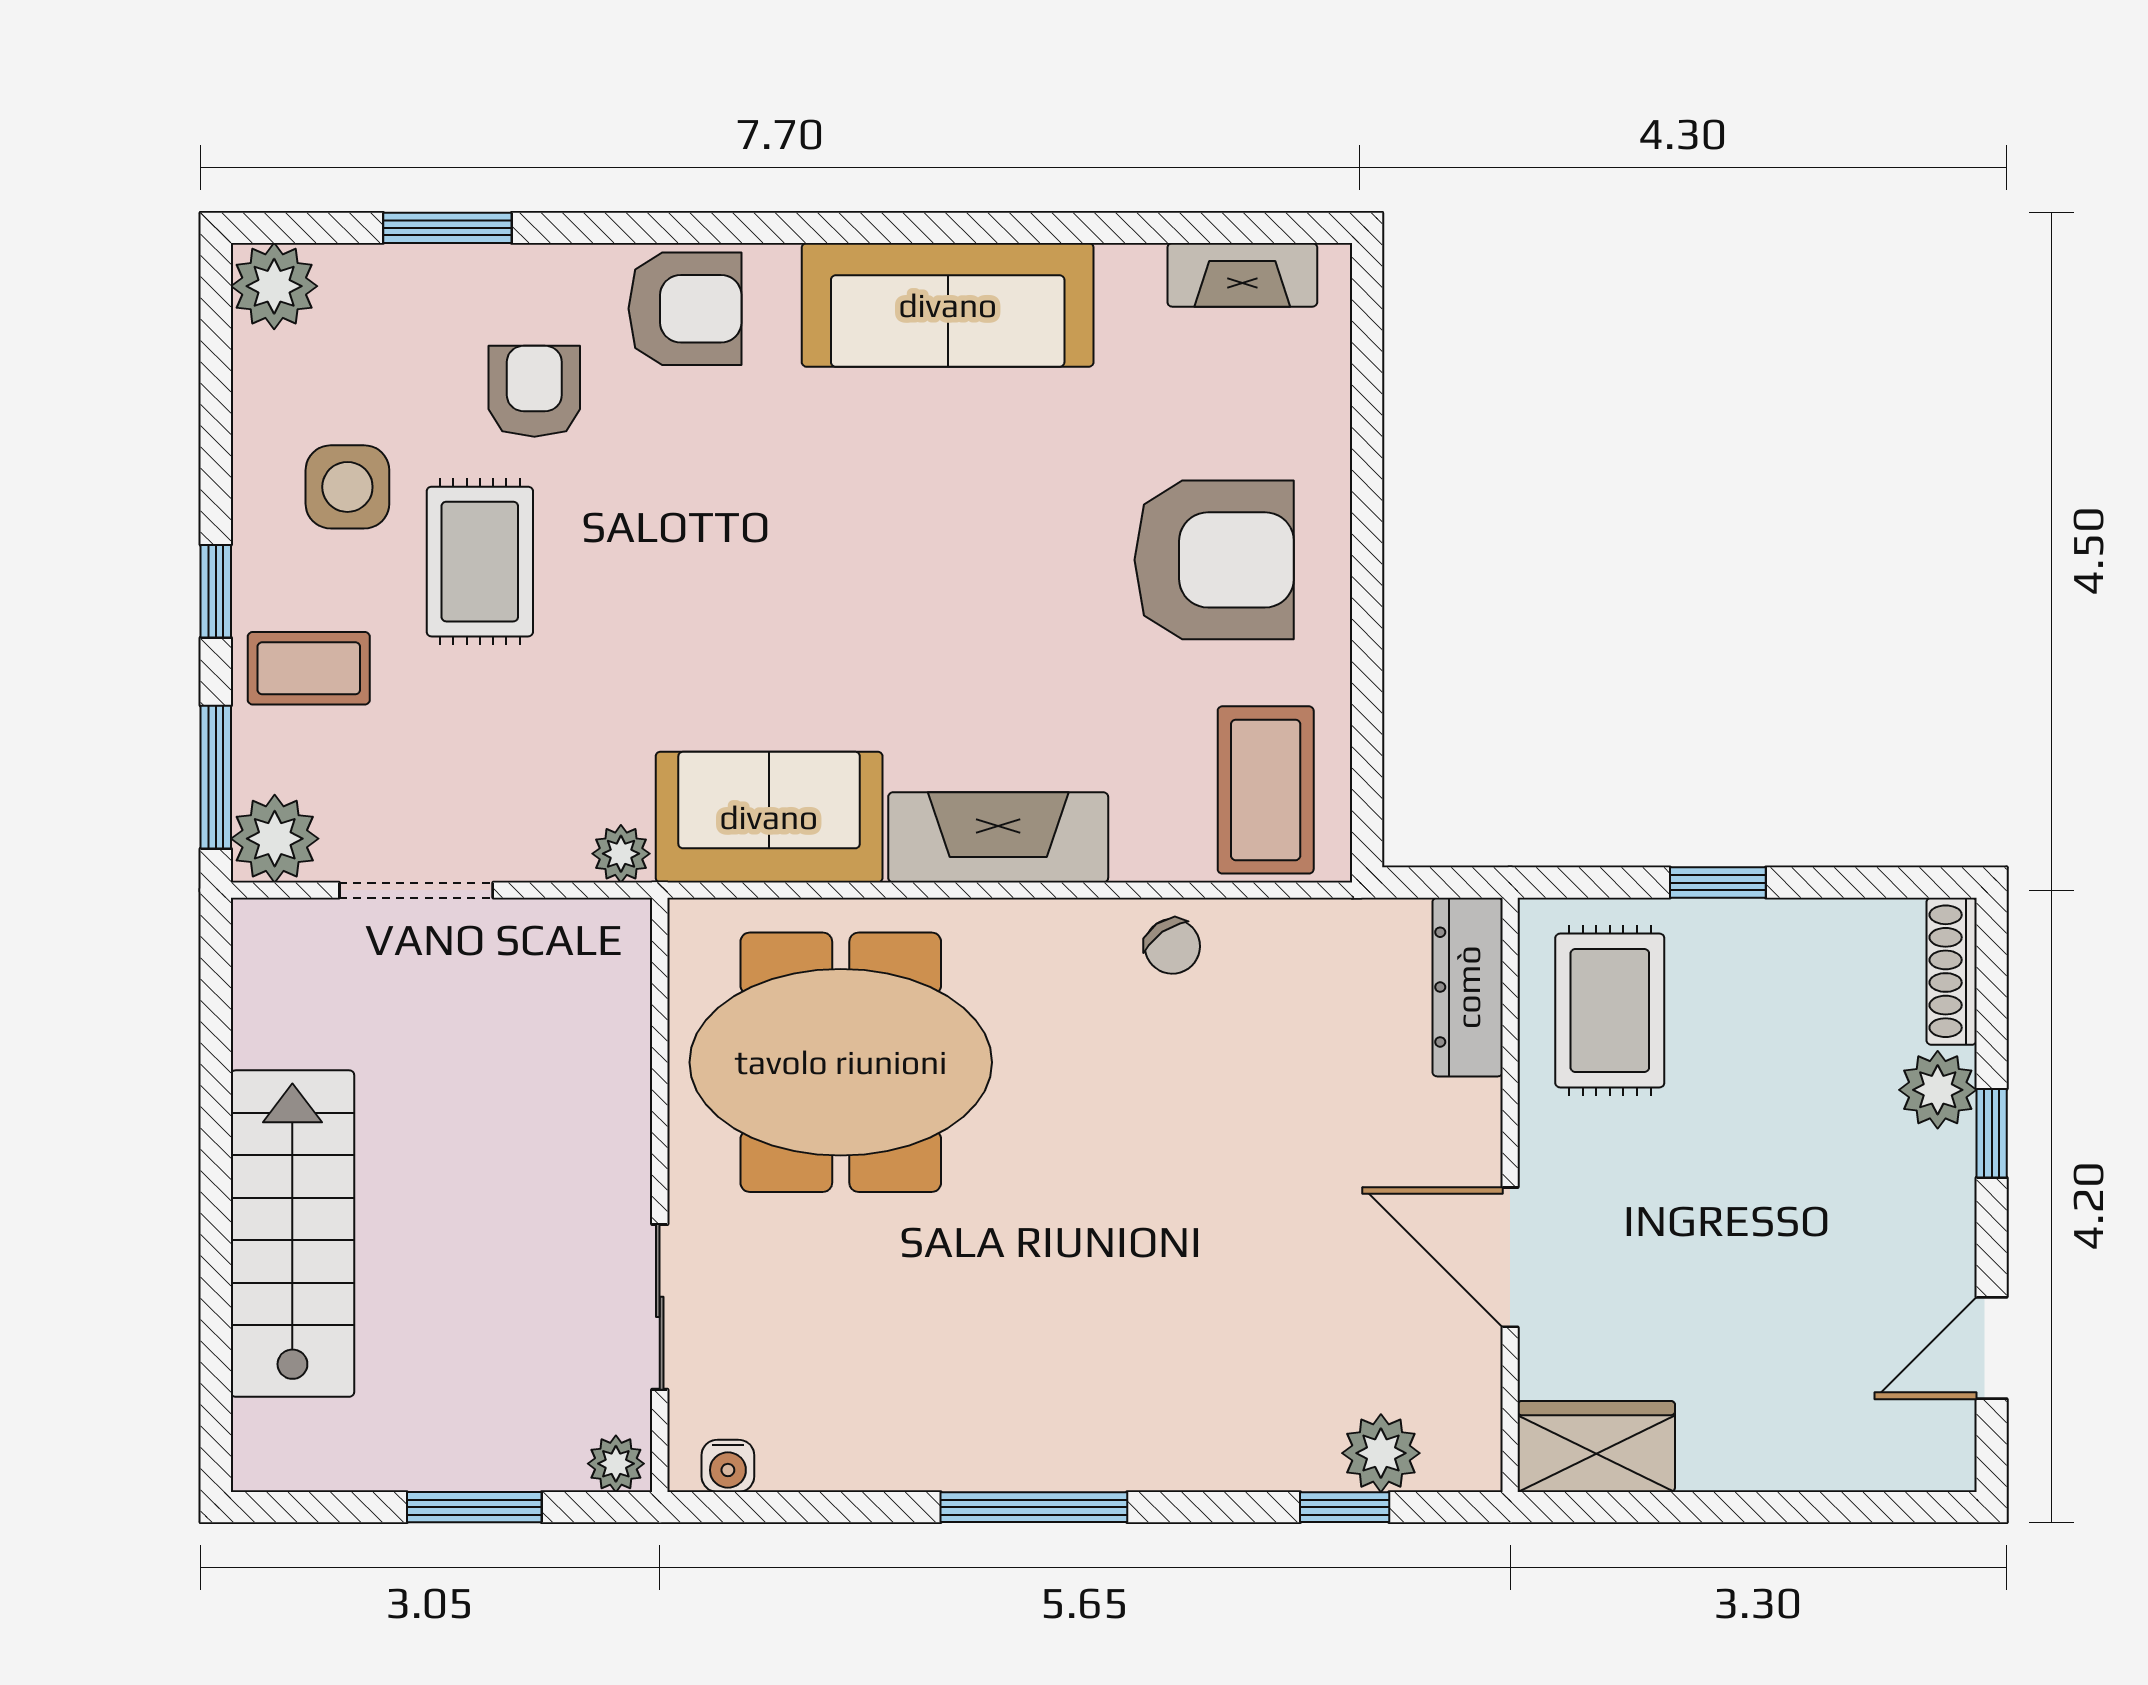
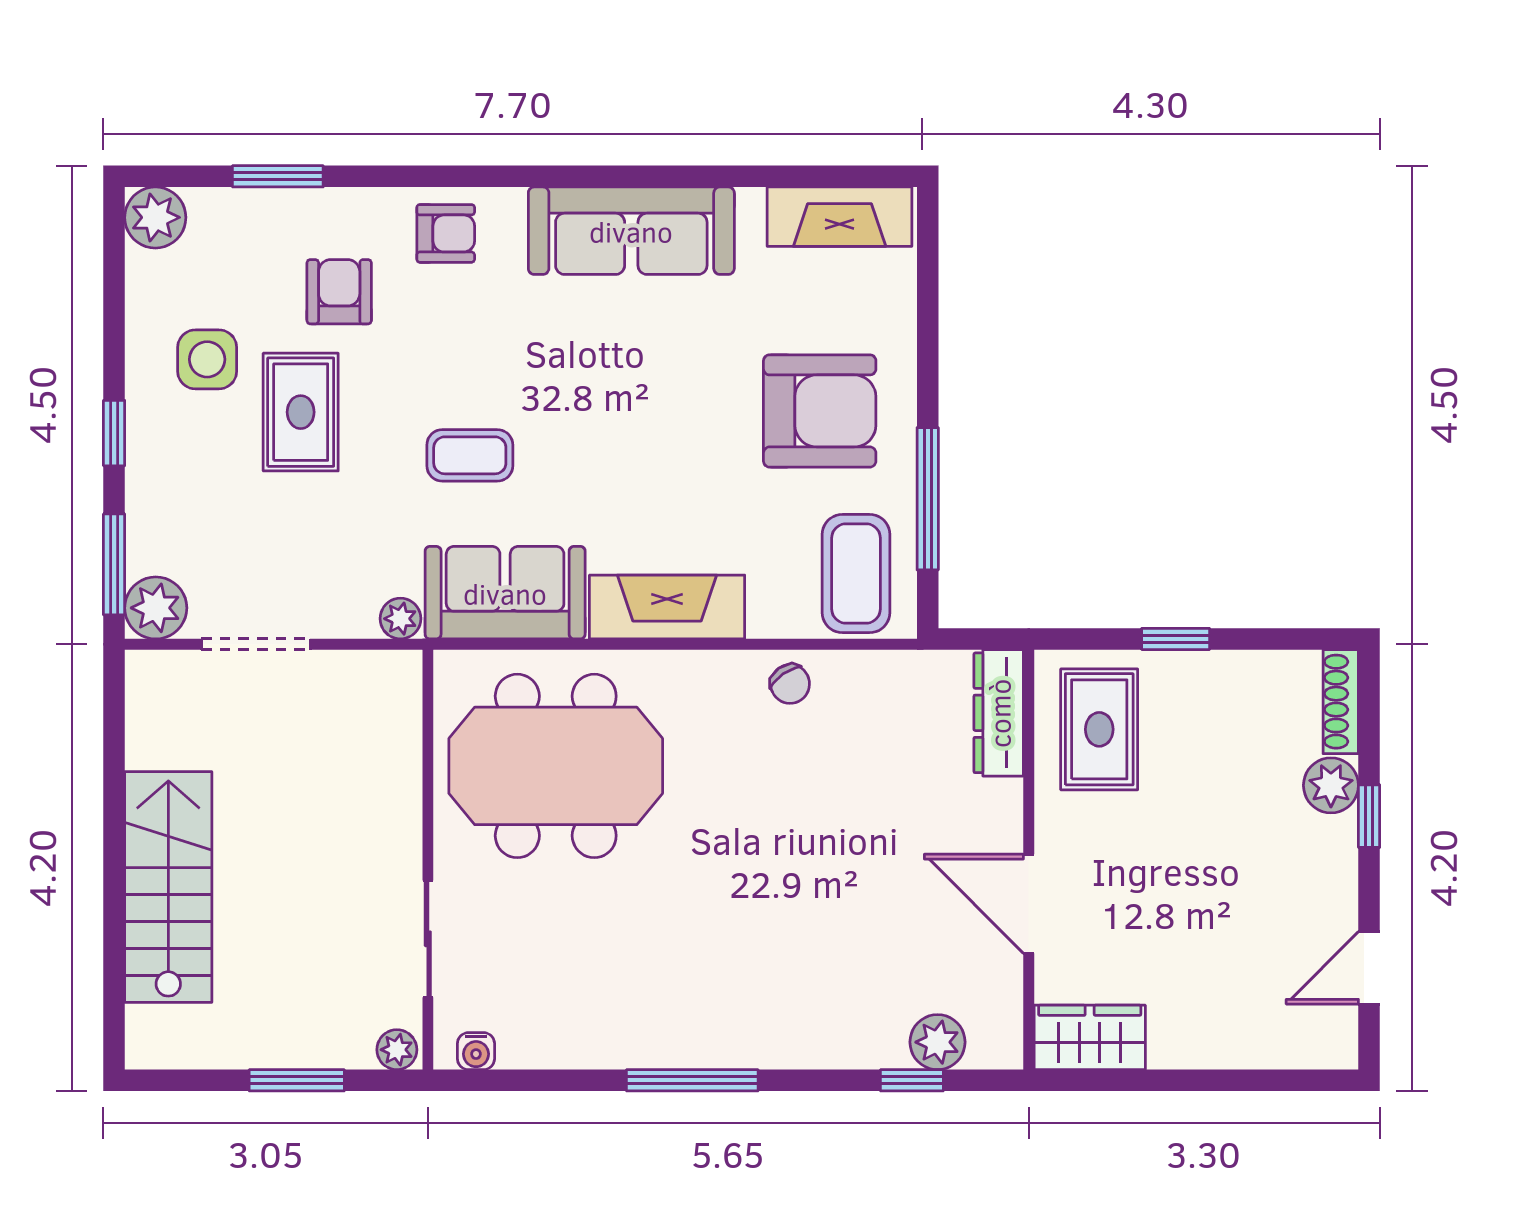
fireplace: (1242, 275) -> (840, 217), width x1.37, depth x1.32
armchair: (685, 309) -> (446, 233), width x0.72, depth x0.72
coffee table: (309, 668) -> (470, 455), moved
window: (1367, 684) -> (928, 499), added

